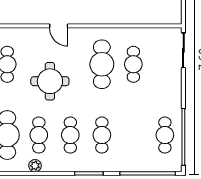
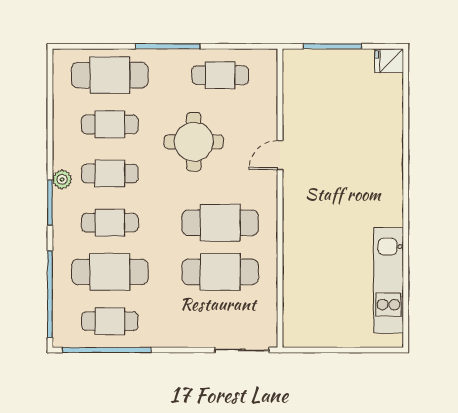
cafe table: (133, 64) -> (220, 272), width x1.37, depth x1.35
cafe table: (133, 135) -> (110, 272), added
plant: (35, 166) -> (62, 179), moved

